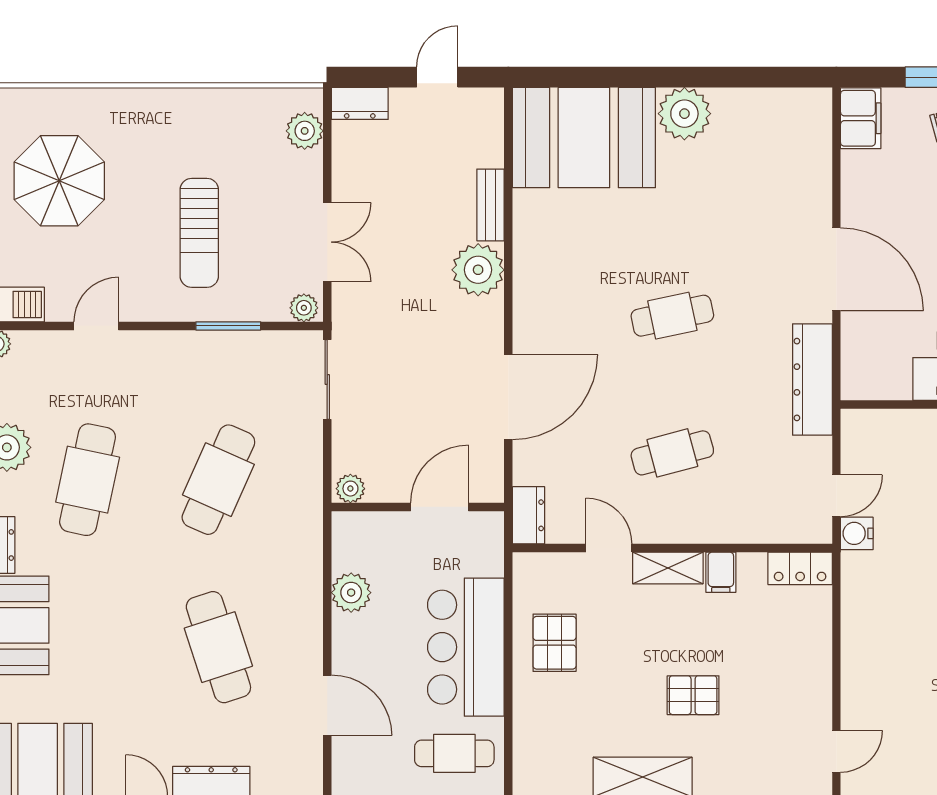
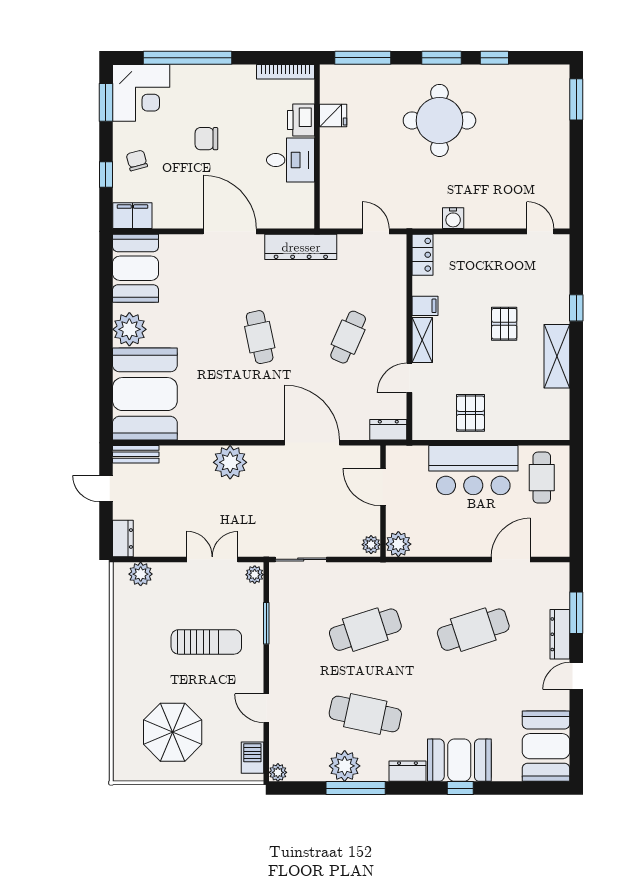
booth: (779, 123) -> (136, 268), added
bench: (491, 205) -> (136, 454), moved
door: (836, 269) -> (230, 231), hinge flipped
cafe table: (672, 453) -> (348, 337), turned 39
cafe table: (218, 480) -> (365, 630), turned -42
water cooler: (857, 533) -> (453, 218), moved
plant: (351, 593) -> (398, 544), moved
pallet: (555, 643) -> (470, 413), turned 90

